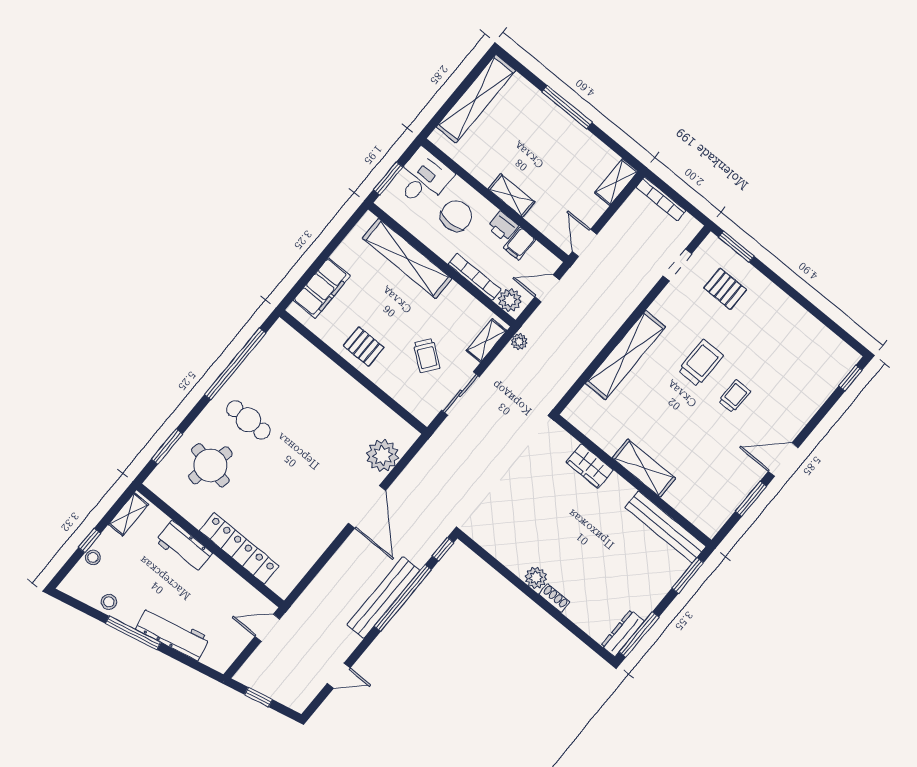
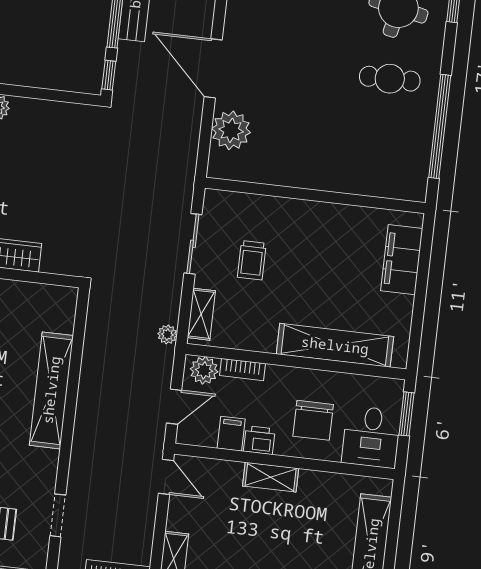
bookcase: (475, 277) -> (243, 370), width x0.64
pallet: (364, 347) -> (321, 228), removed
trolley: (427, 355) -> (252, 260), turned -127

